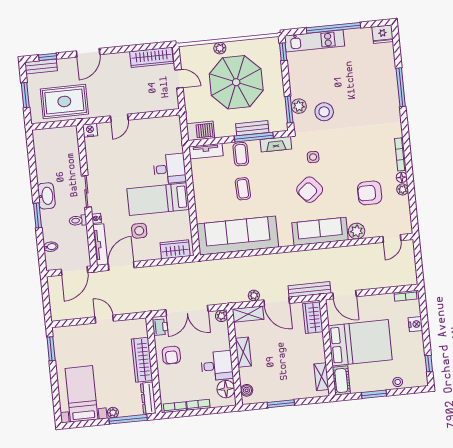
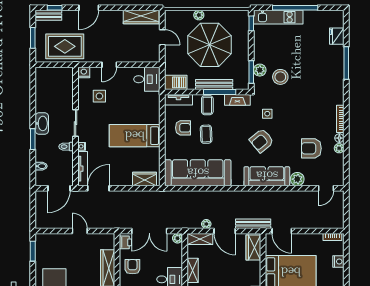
fridge: (383, 34) -> (337, 36), moved, turned 90
bench: (252, 128) -> (214, 85), width x1.36
desk: (170, 169) -> (147, 79), moved
armchair: (215, 184) -> (183, 128), added
side table: (139, 231) -> (99, 96), moved
armchair: (171, 355) -> (132, 267), turned 180

